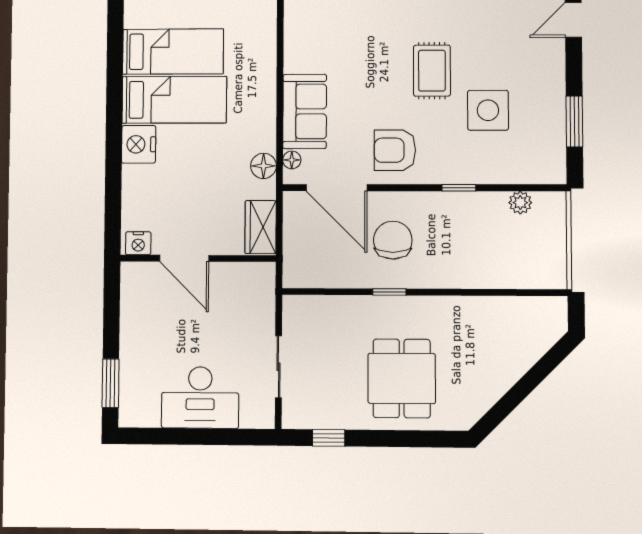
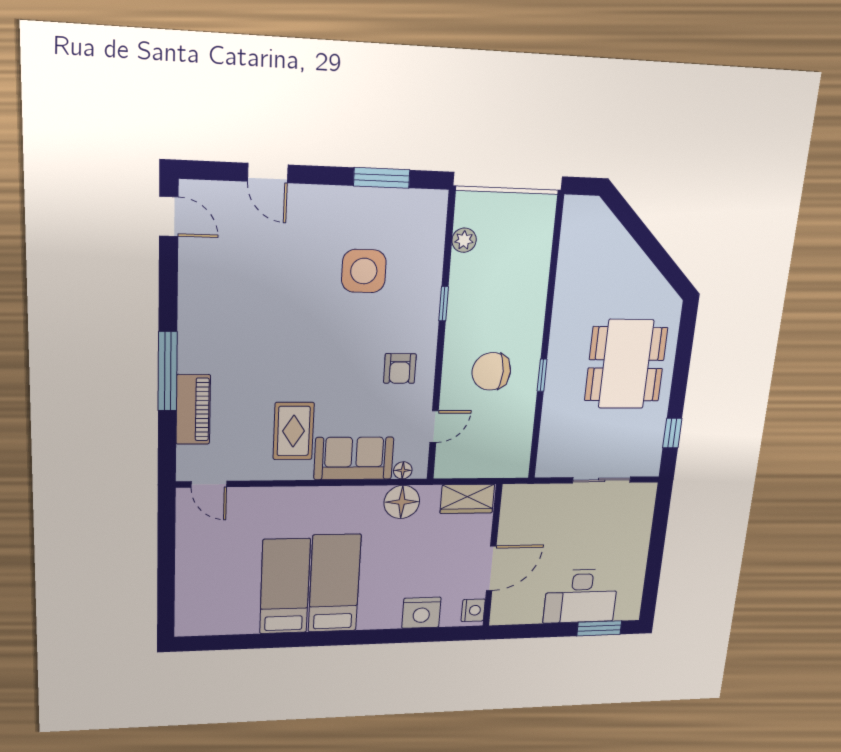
rug: (432, 71) -> (294, 431), moved, turned 90
nightstand: (139, 144) -> (421, 613), moved
armchair: (395, 150) -> (400, 368), width x0.72, depth x0.72
floor lamp: (264, 166) -> (402, 502), width x1.38, depth x1.38
door: (337, 188) -> (434, 427), width x0.53
dining table: (402, 378) -> (626, 364), width x1.38
desk: (200, 397) -> (581, 596), moved, turned 90

